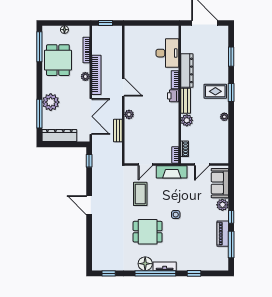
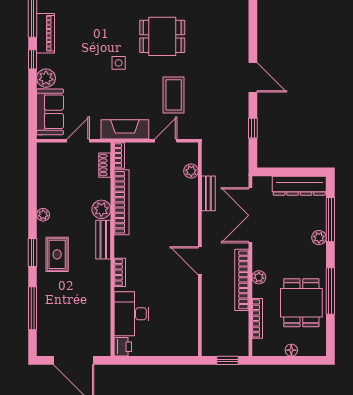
window: (39, 47) -> (330, 291), moved
window: (231, 57) -> (32, 308), width x1.44
dresser: (187, 70) -> (101, 287), removed
rug: (215, 91) -> (57, 254), turned 90
printer: (173, 96) -> (123, 347), moved
plant: (51, 102) -> (319, 238), width x0.53, depth x0.53
plant: (129, 114) -> (191, 171), moved
bookcase: (174, 125) -> (121, 202), added
window: (89, 161) -> (253, 128), moved

